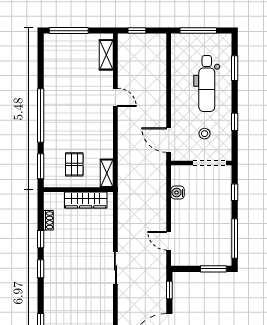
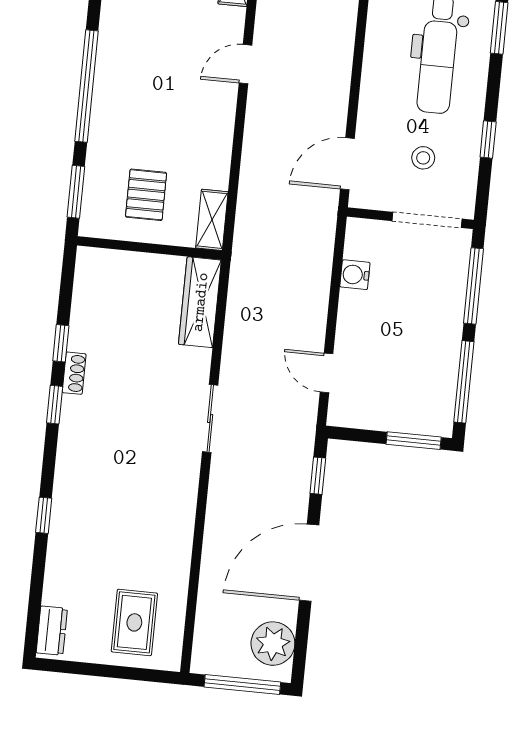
door: (115, 97) -> (246, 64), swing flipped
door: (169, 140) -> (347, 164), hinge flipped
window: (235, 192) -> (473, 286), width x2.17
wardrobe: (86, 200) -> (200, 302), moved, turned 90
shoe rack: (48, 220) -> (74, 373), moved

